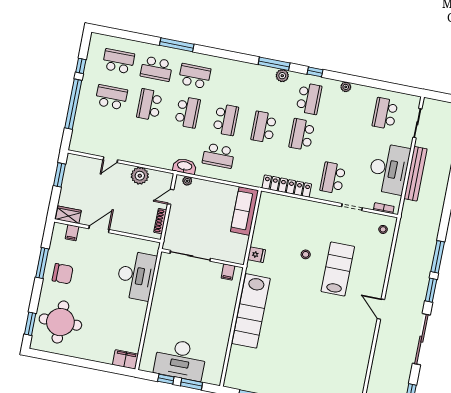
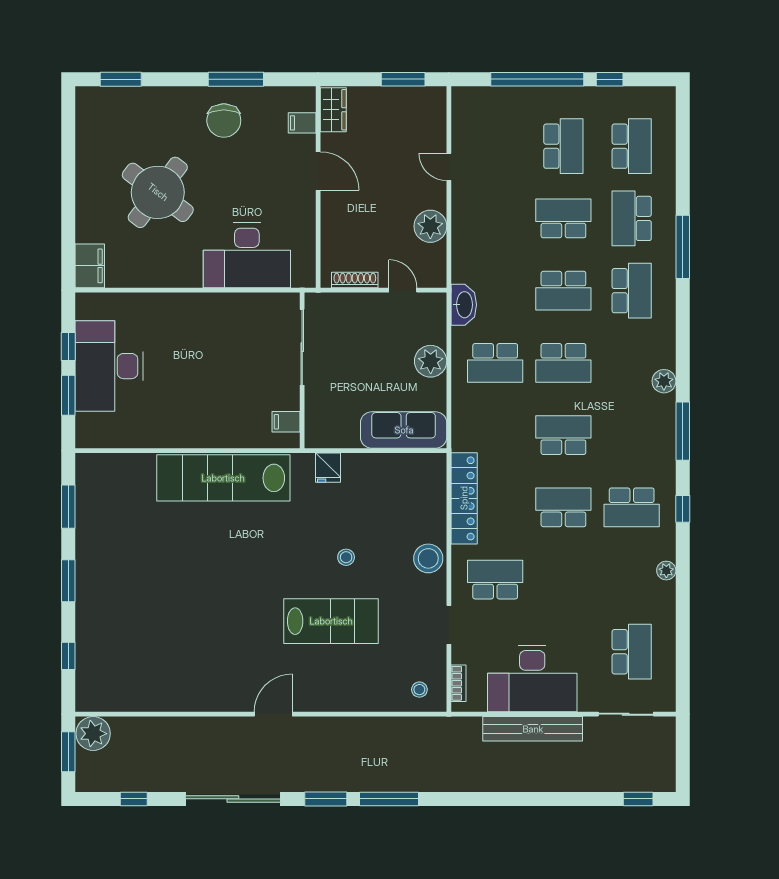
plant: (282, 76) -> (664, 381), moved
school desk: (385, 114) -> (632, 652), turned 90
school desk: (219, 156) -> (495, 363), turned -90
plant: (187, 181) -> (431, 361), moved, width x1.87, depth x1.87
stool: (315, 211) -> (428, 558), added
round table: (60, 322) -> (158, 192), moved, turned 37

